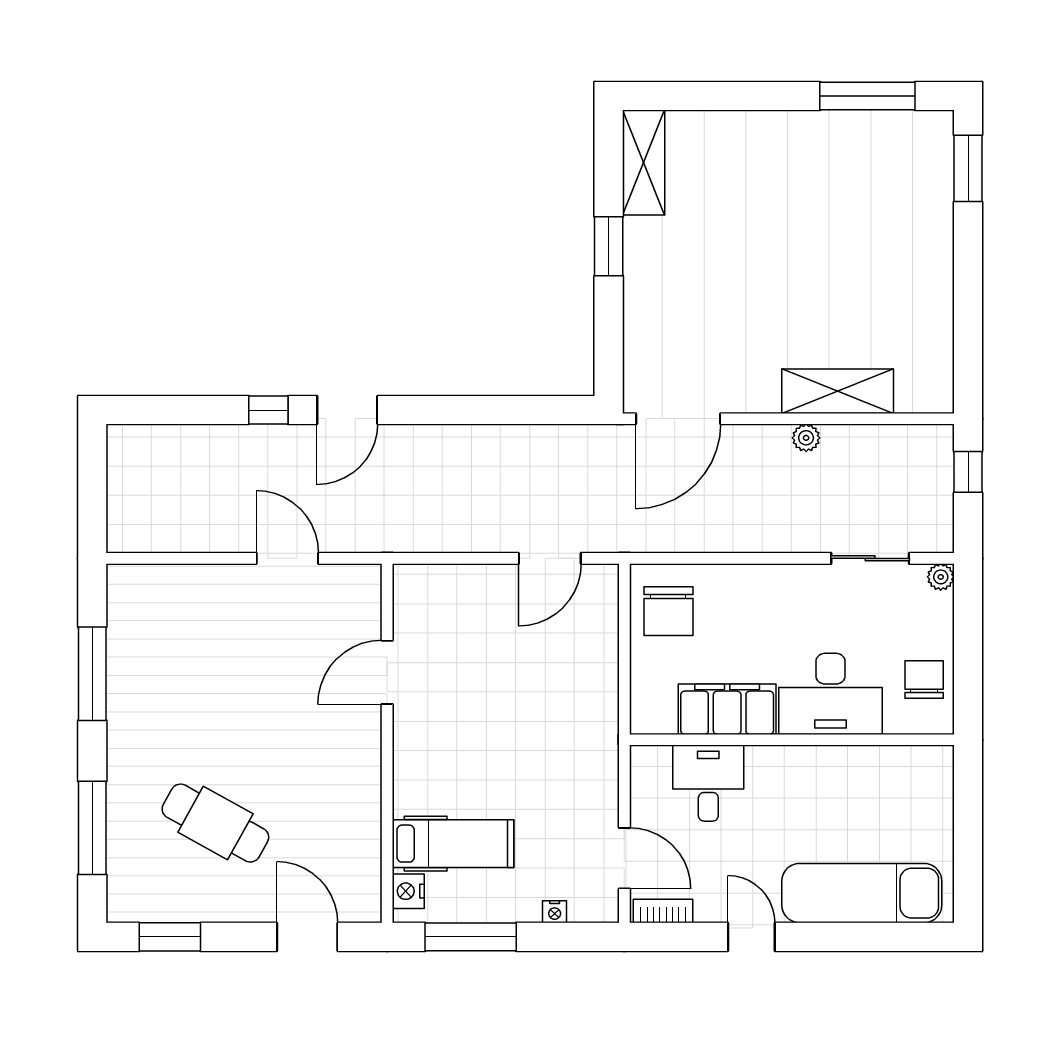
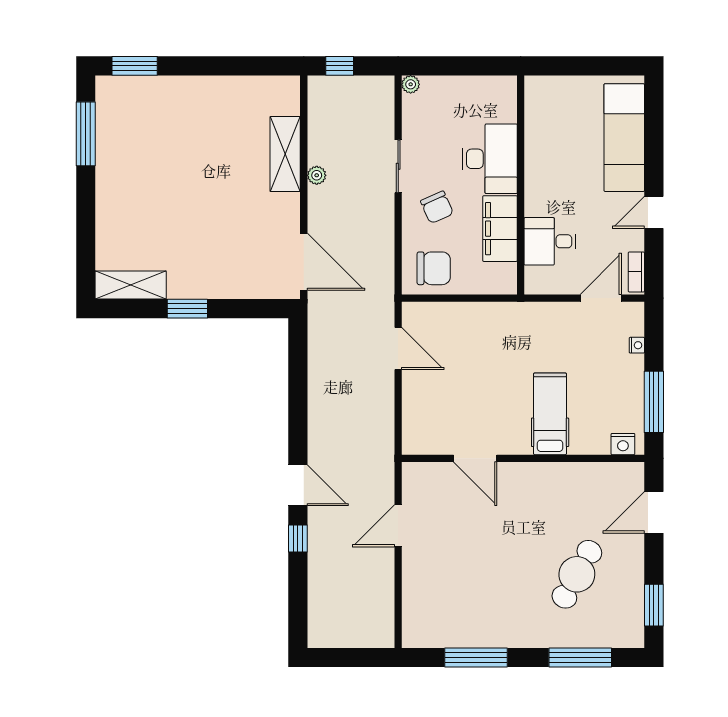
sliding door: (870, 558) -> (398, 166), moved
chair: (924, 680) -> (437, 207), moved, turned -114
hospital bed: (453, 844) -> (550, 414), moved

